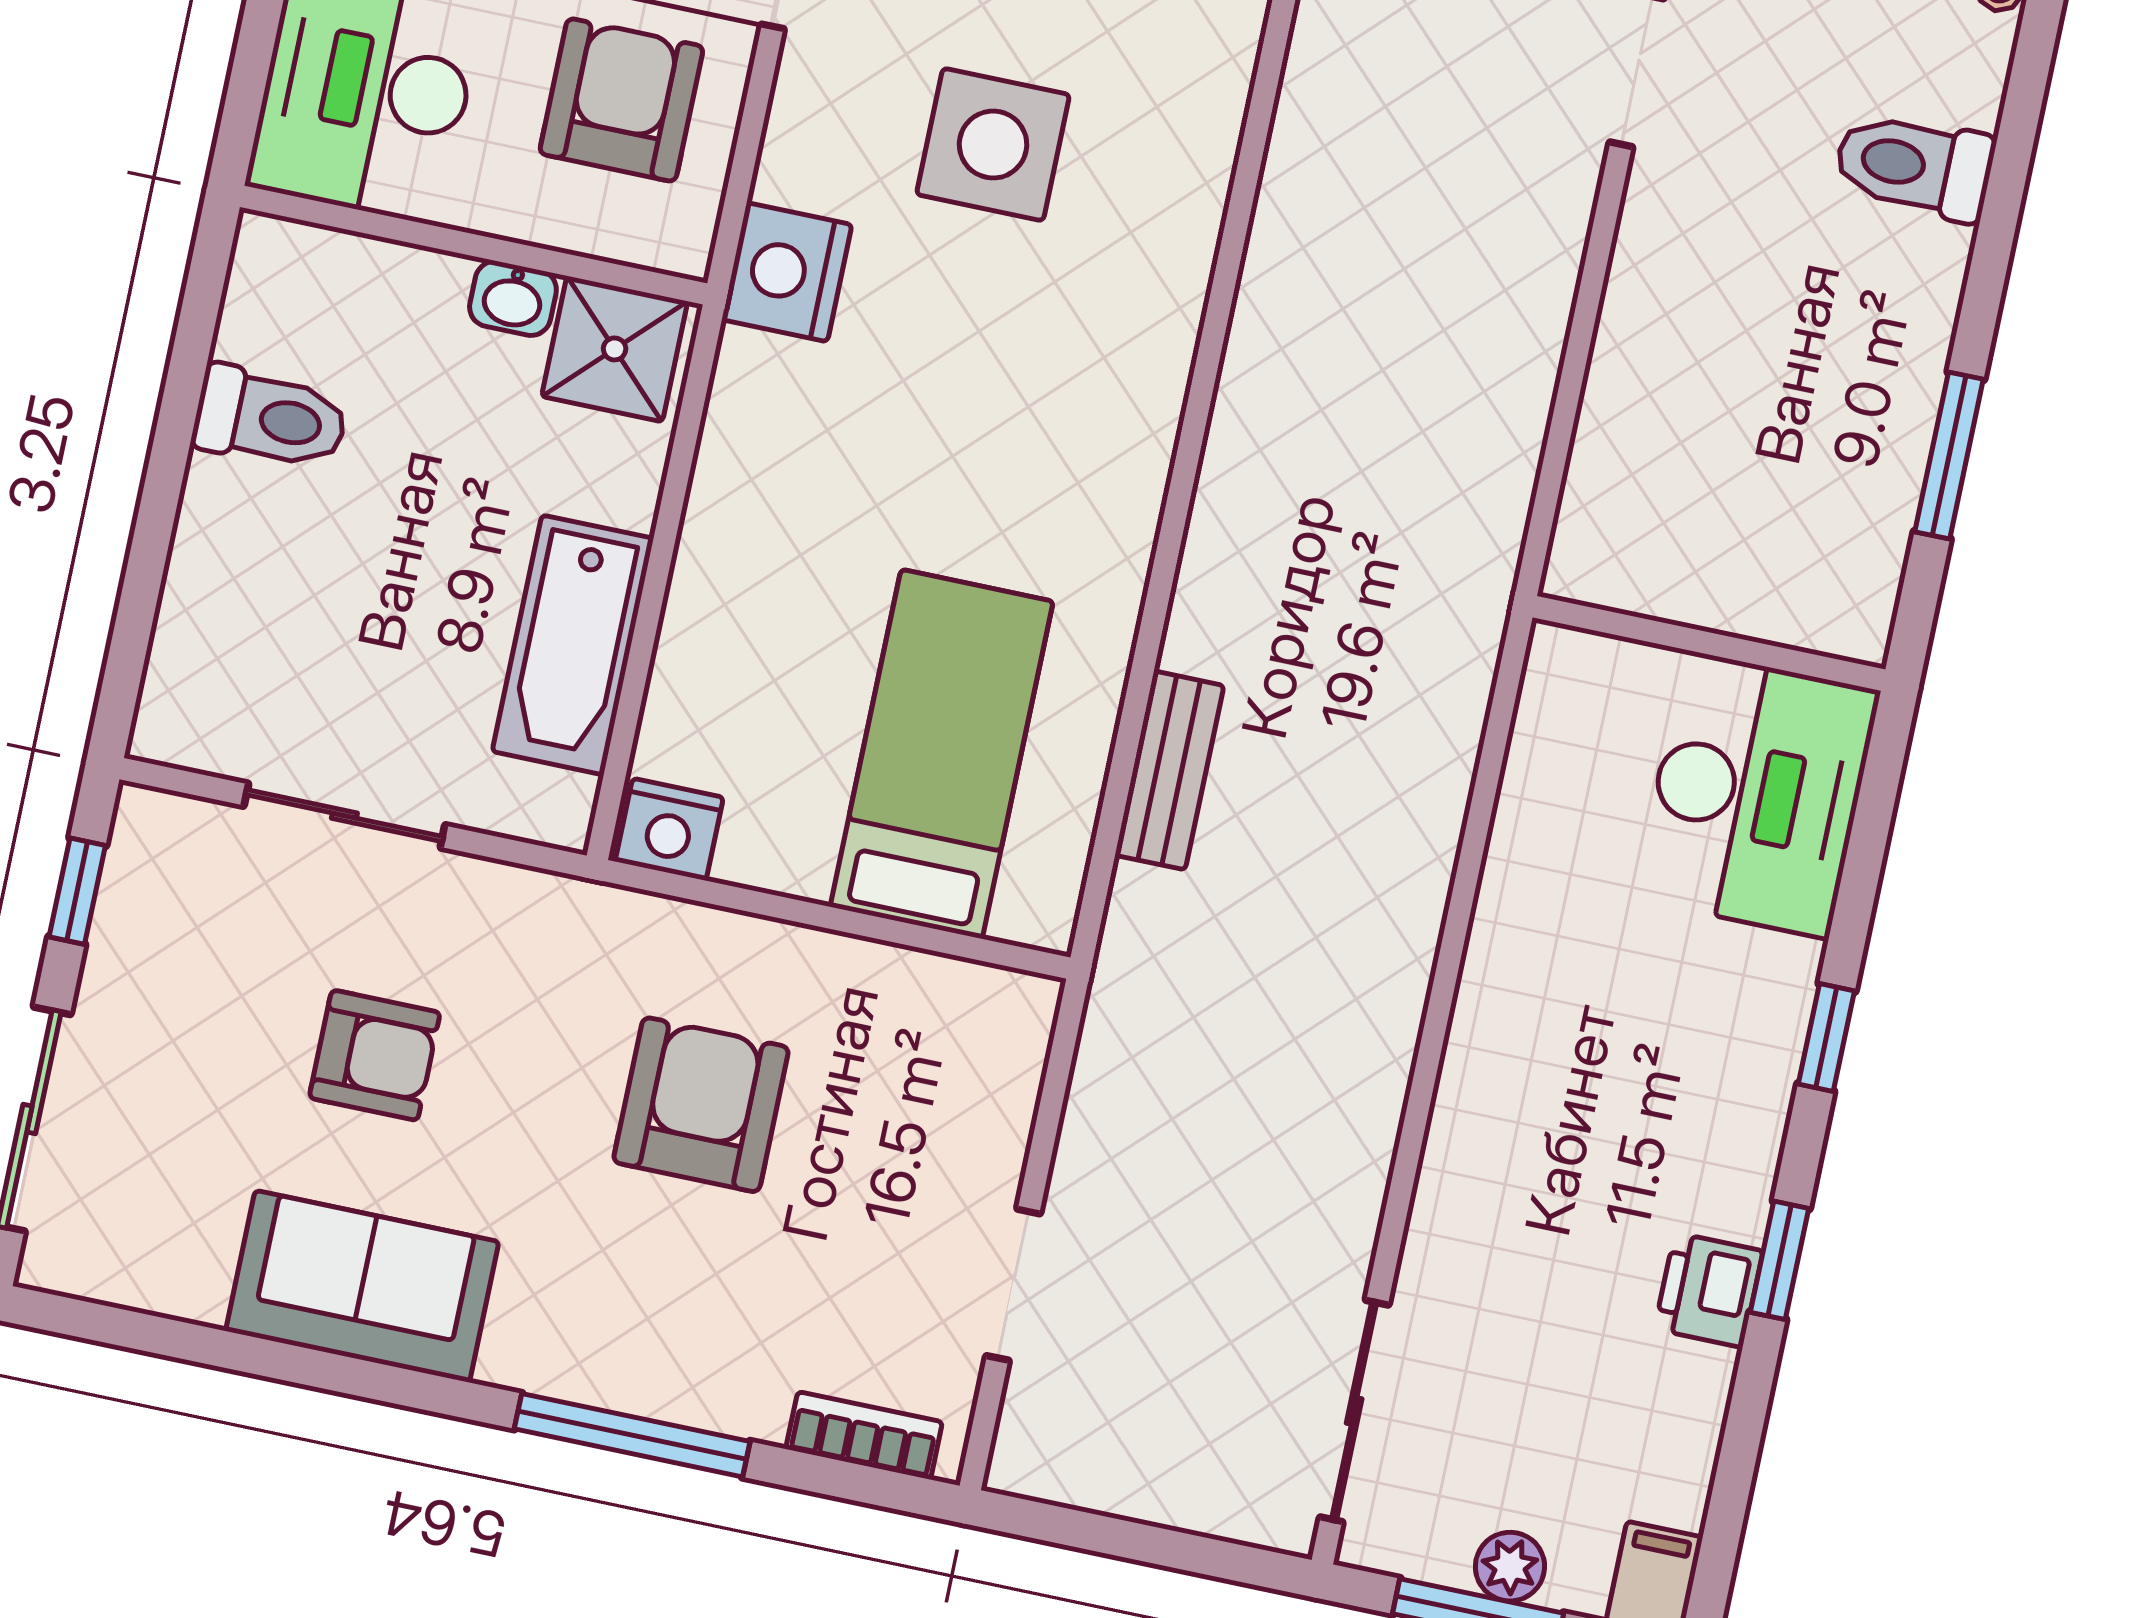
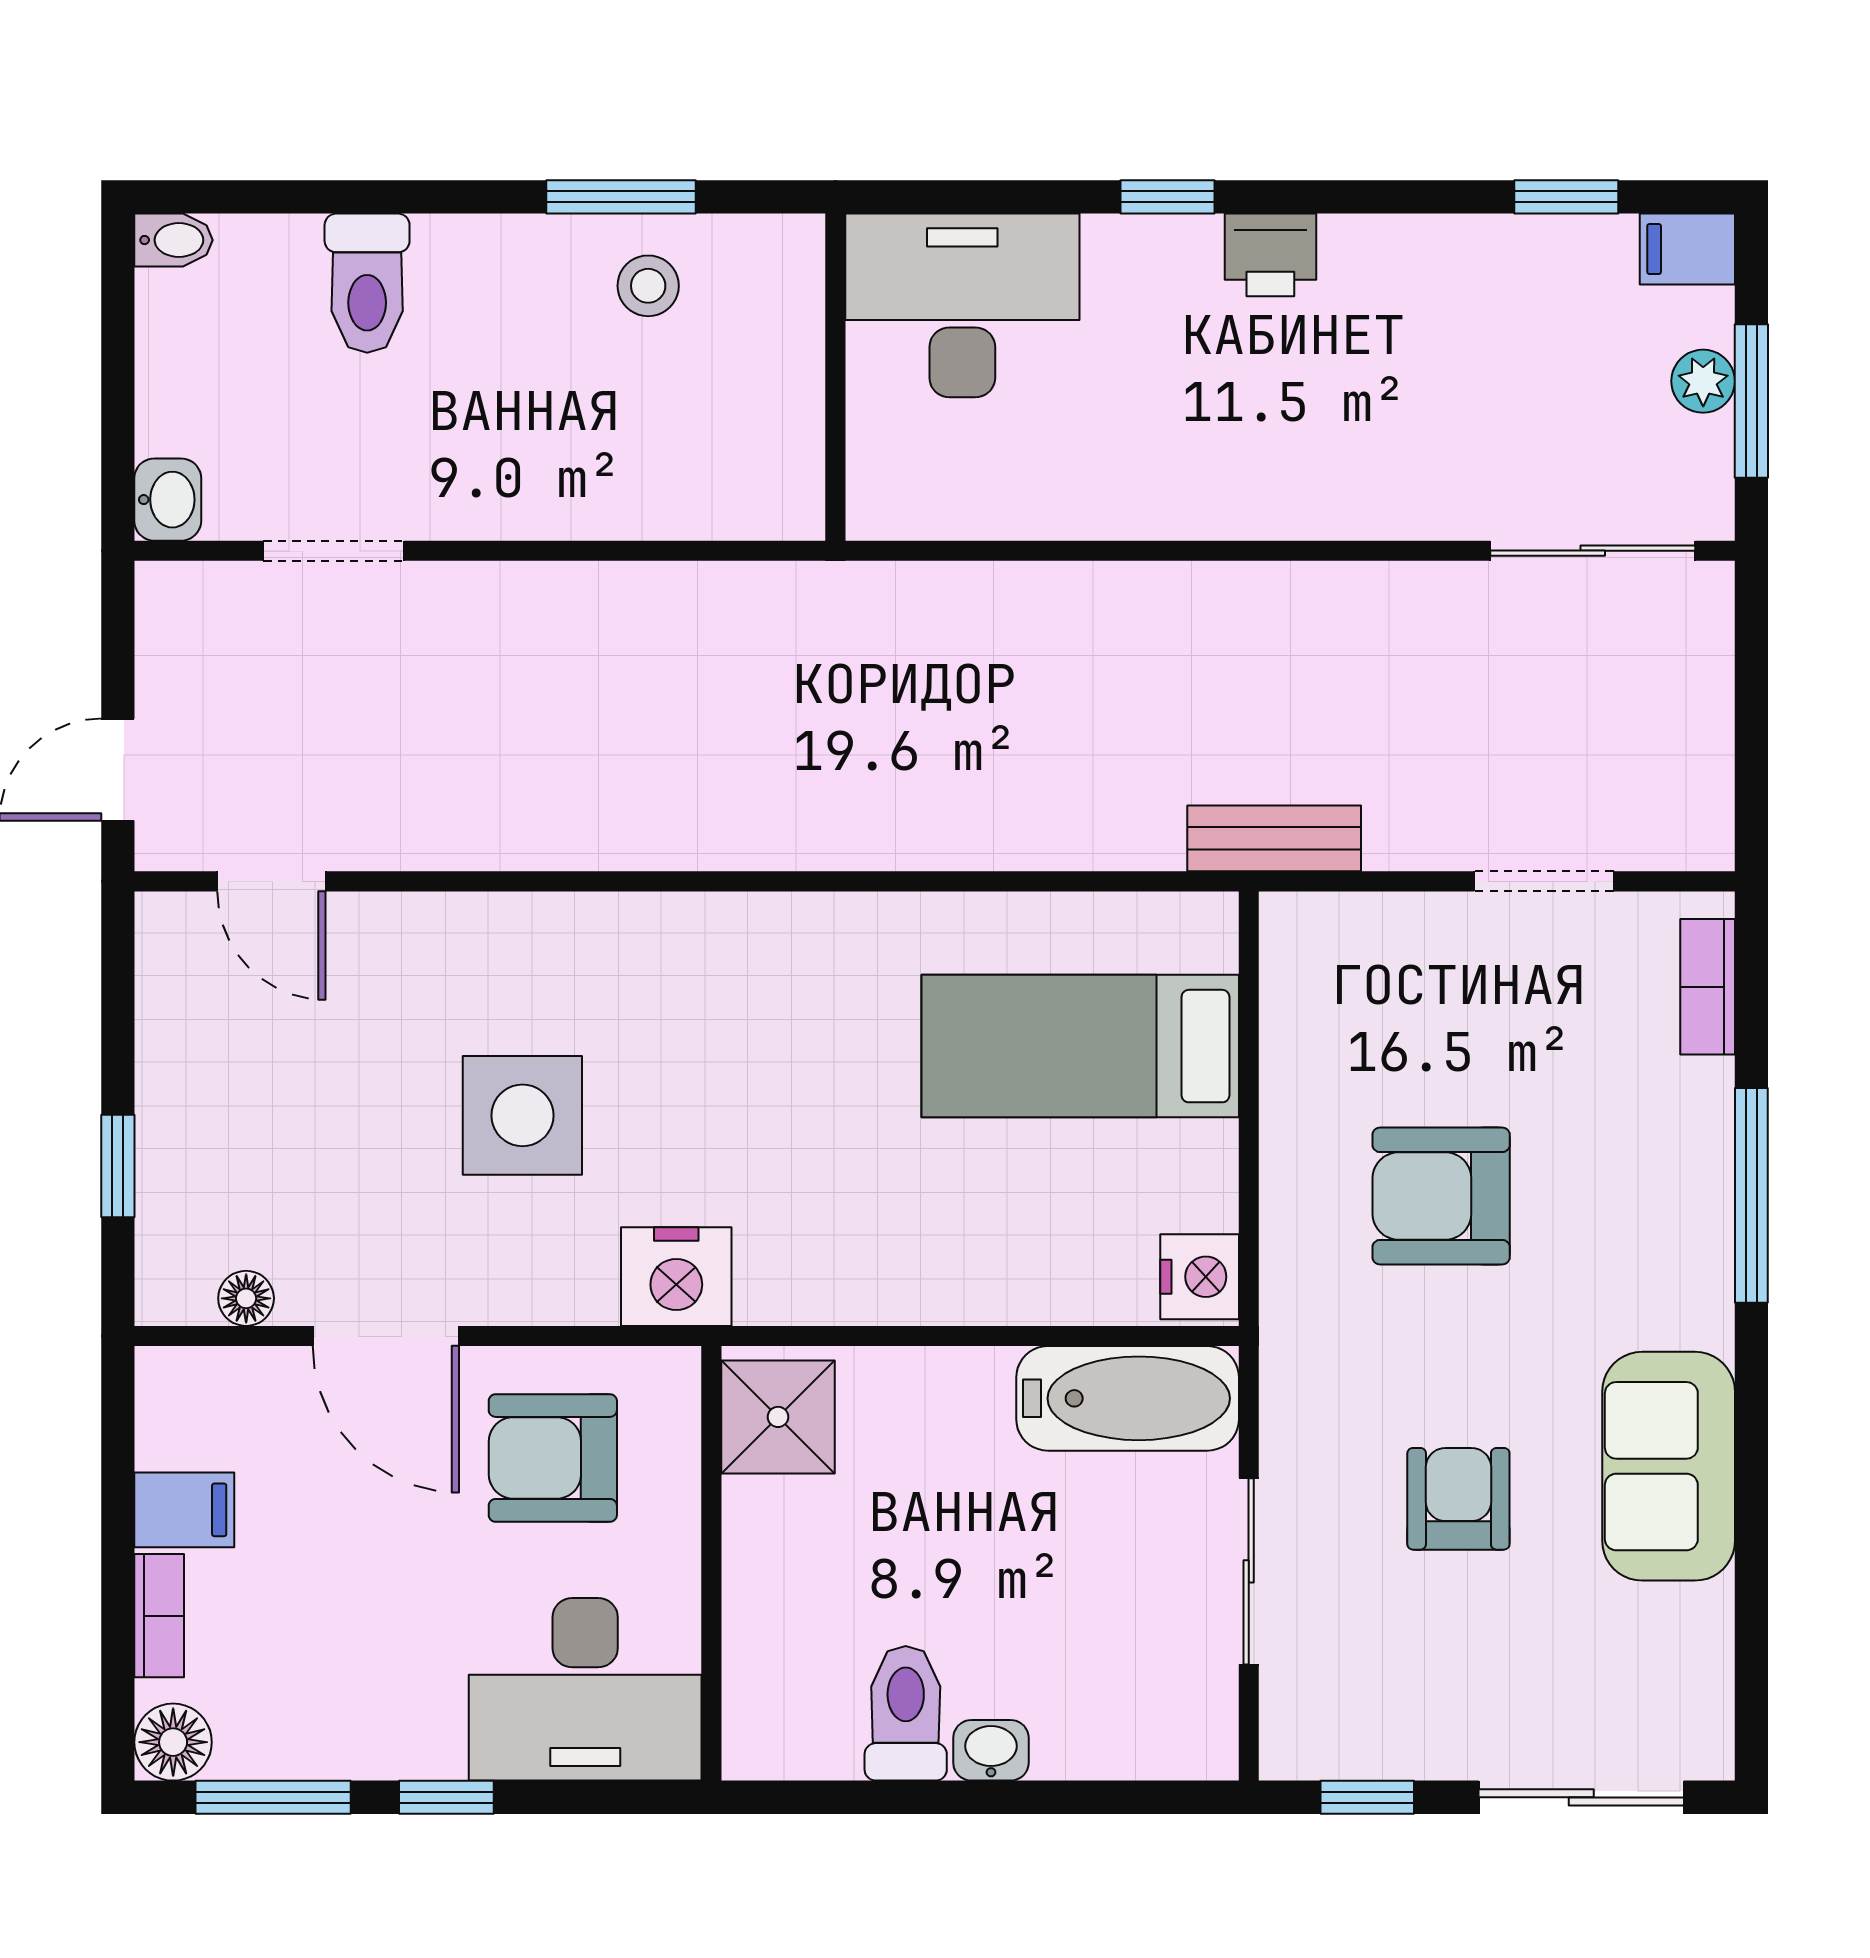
washbasin: (513, 298) -> (991, 1750), moved, turned -90
stool: (1848, 465) -> (648, 286), added
bathtub: (573, 645) -> (1128, 1398), moved
bench: (1169, 770) -> (1274, 838), moved
window: (1779, 1260) -> (1566, 197), moved
printer: (1709, 1290) -> (1270, 255), moved

